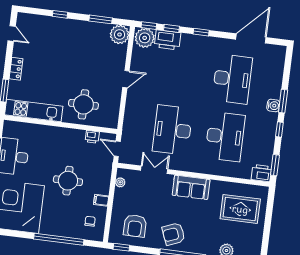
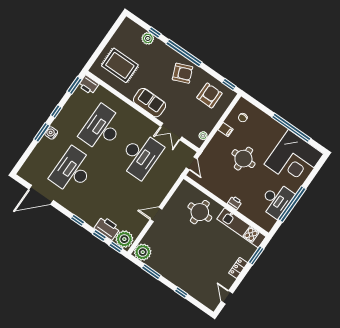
printer: (92, 137) -> (235, 203), moved
window: (59, 239) -> (291, 128), moved

